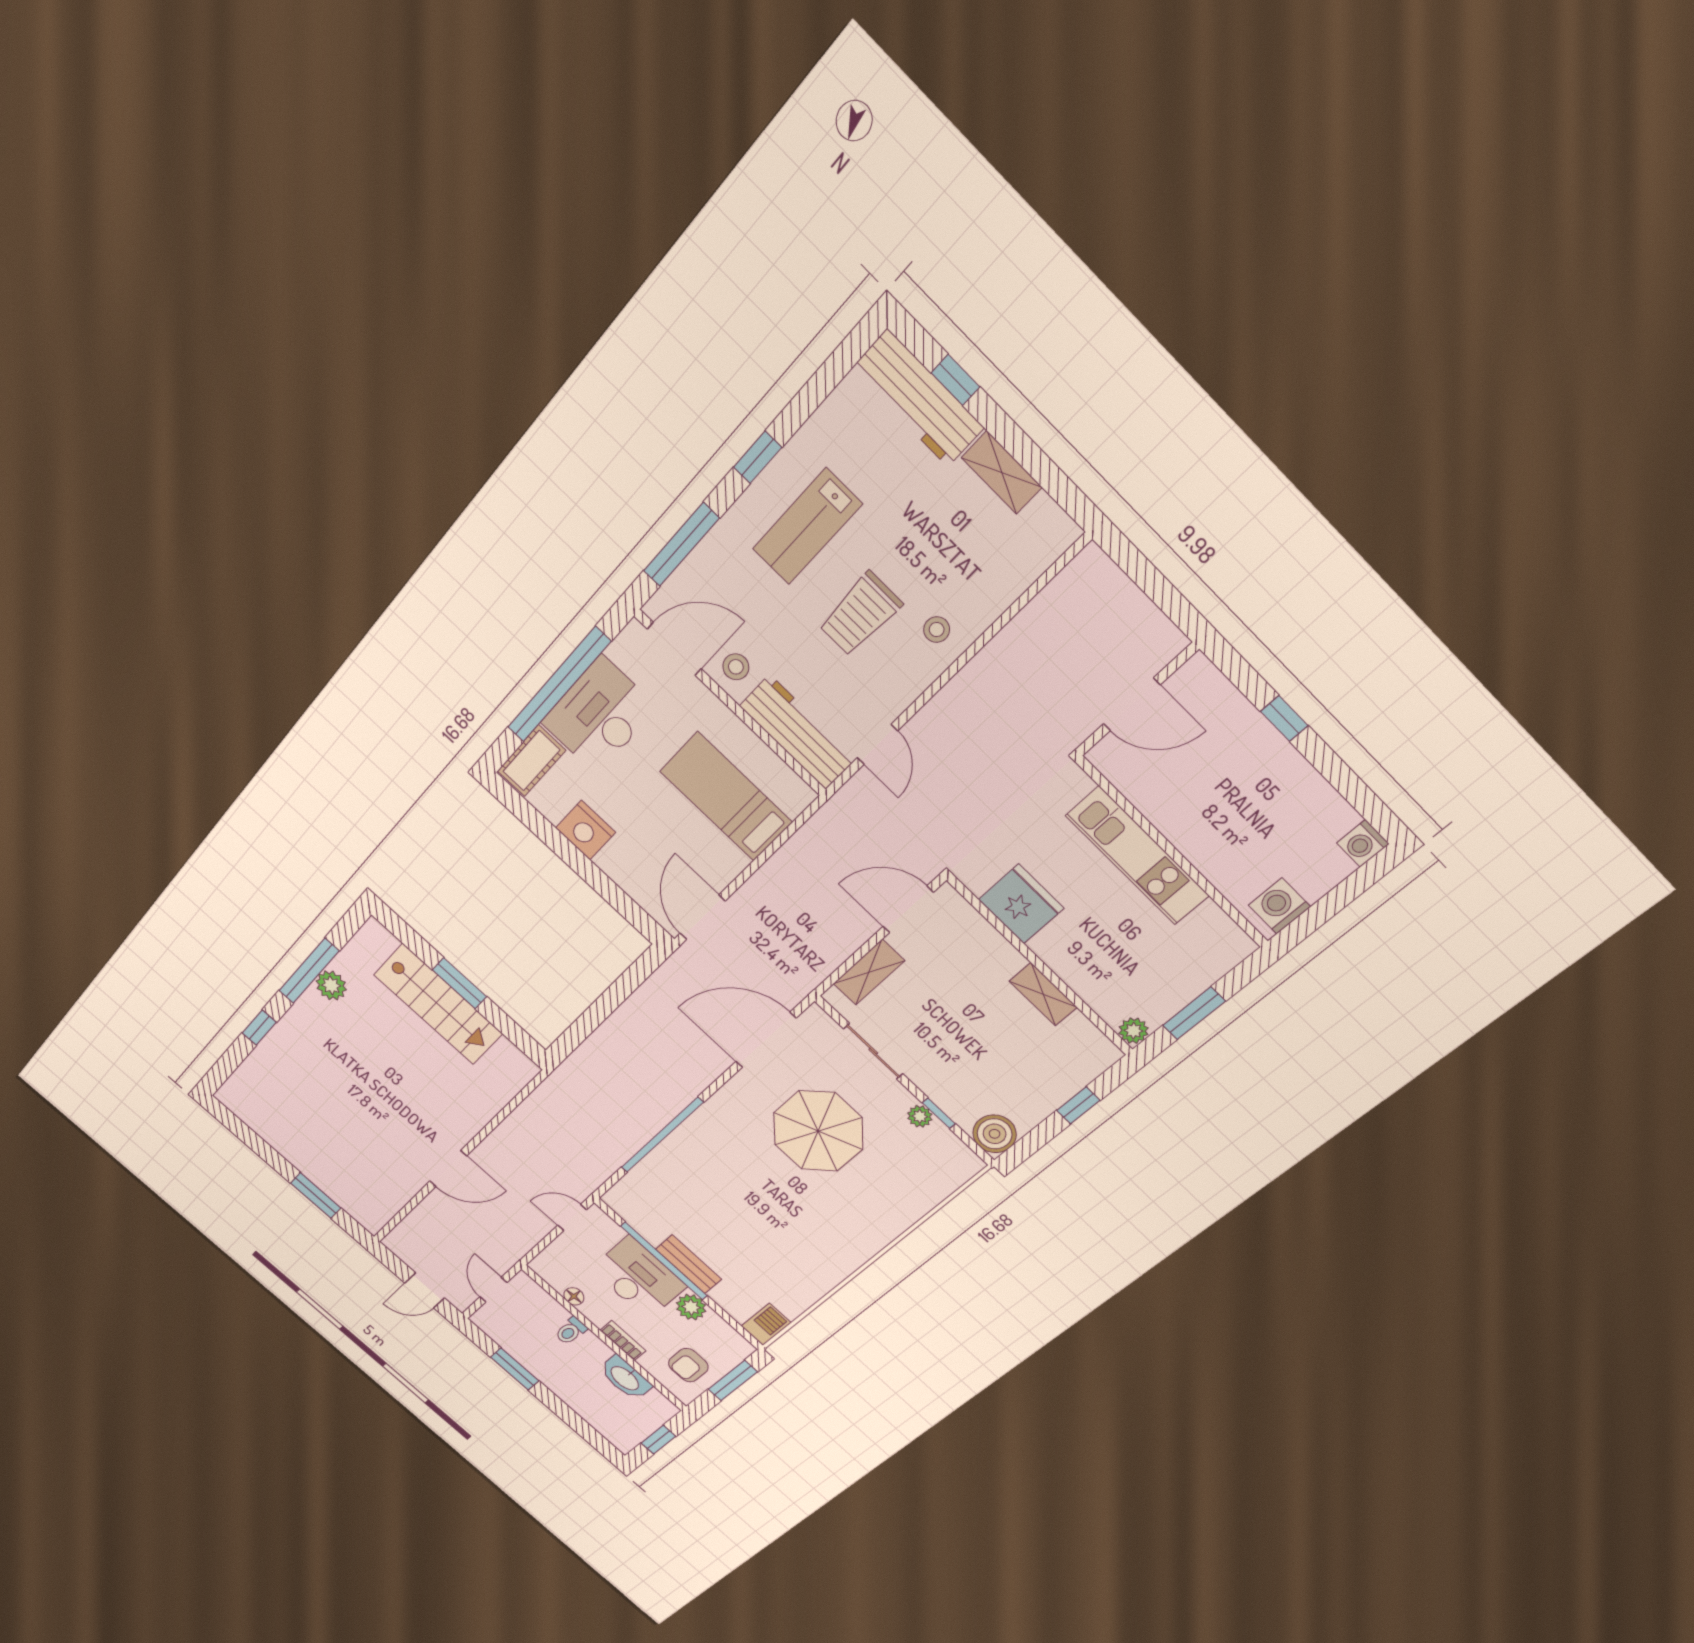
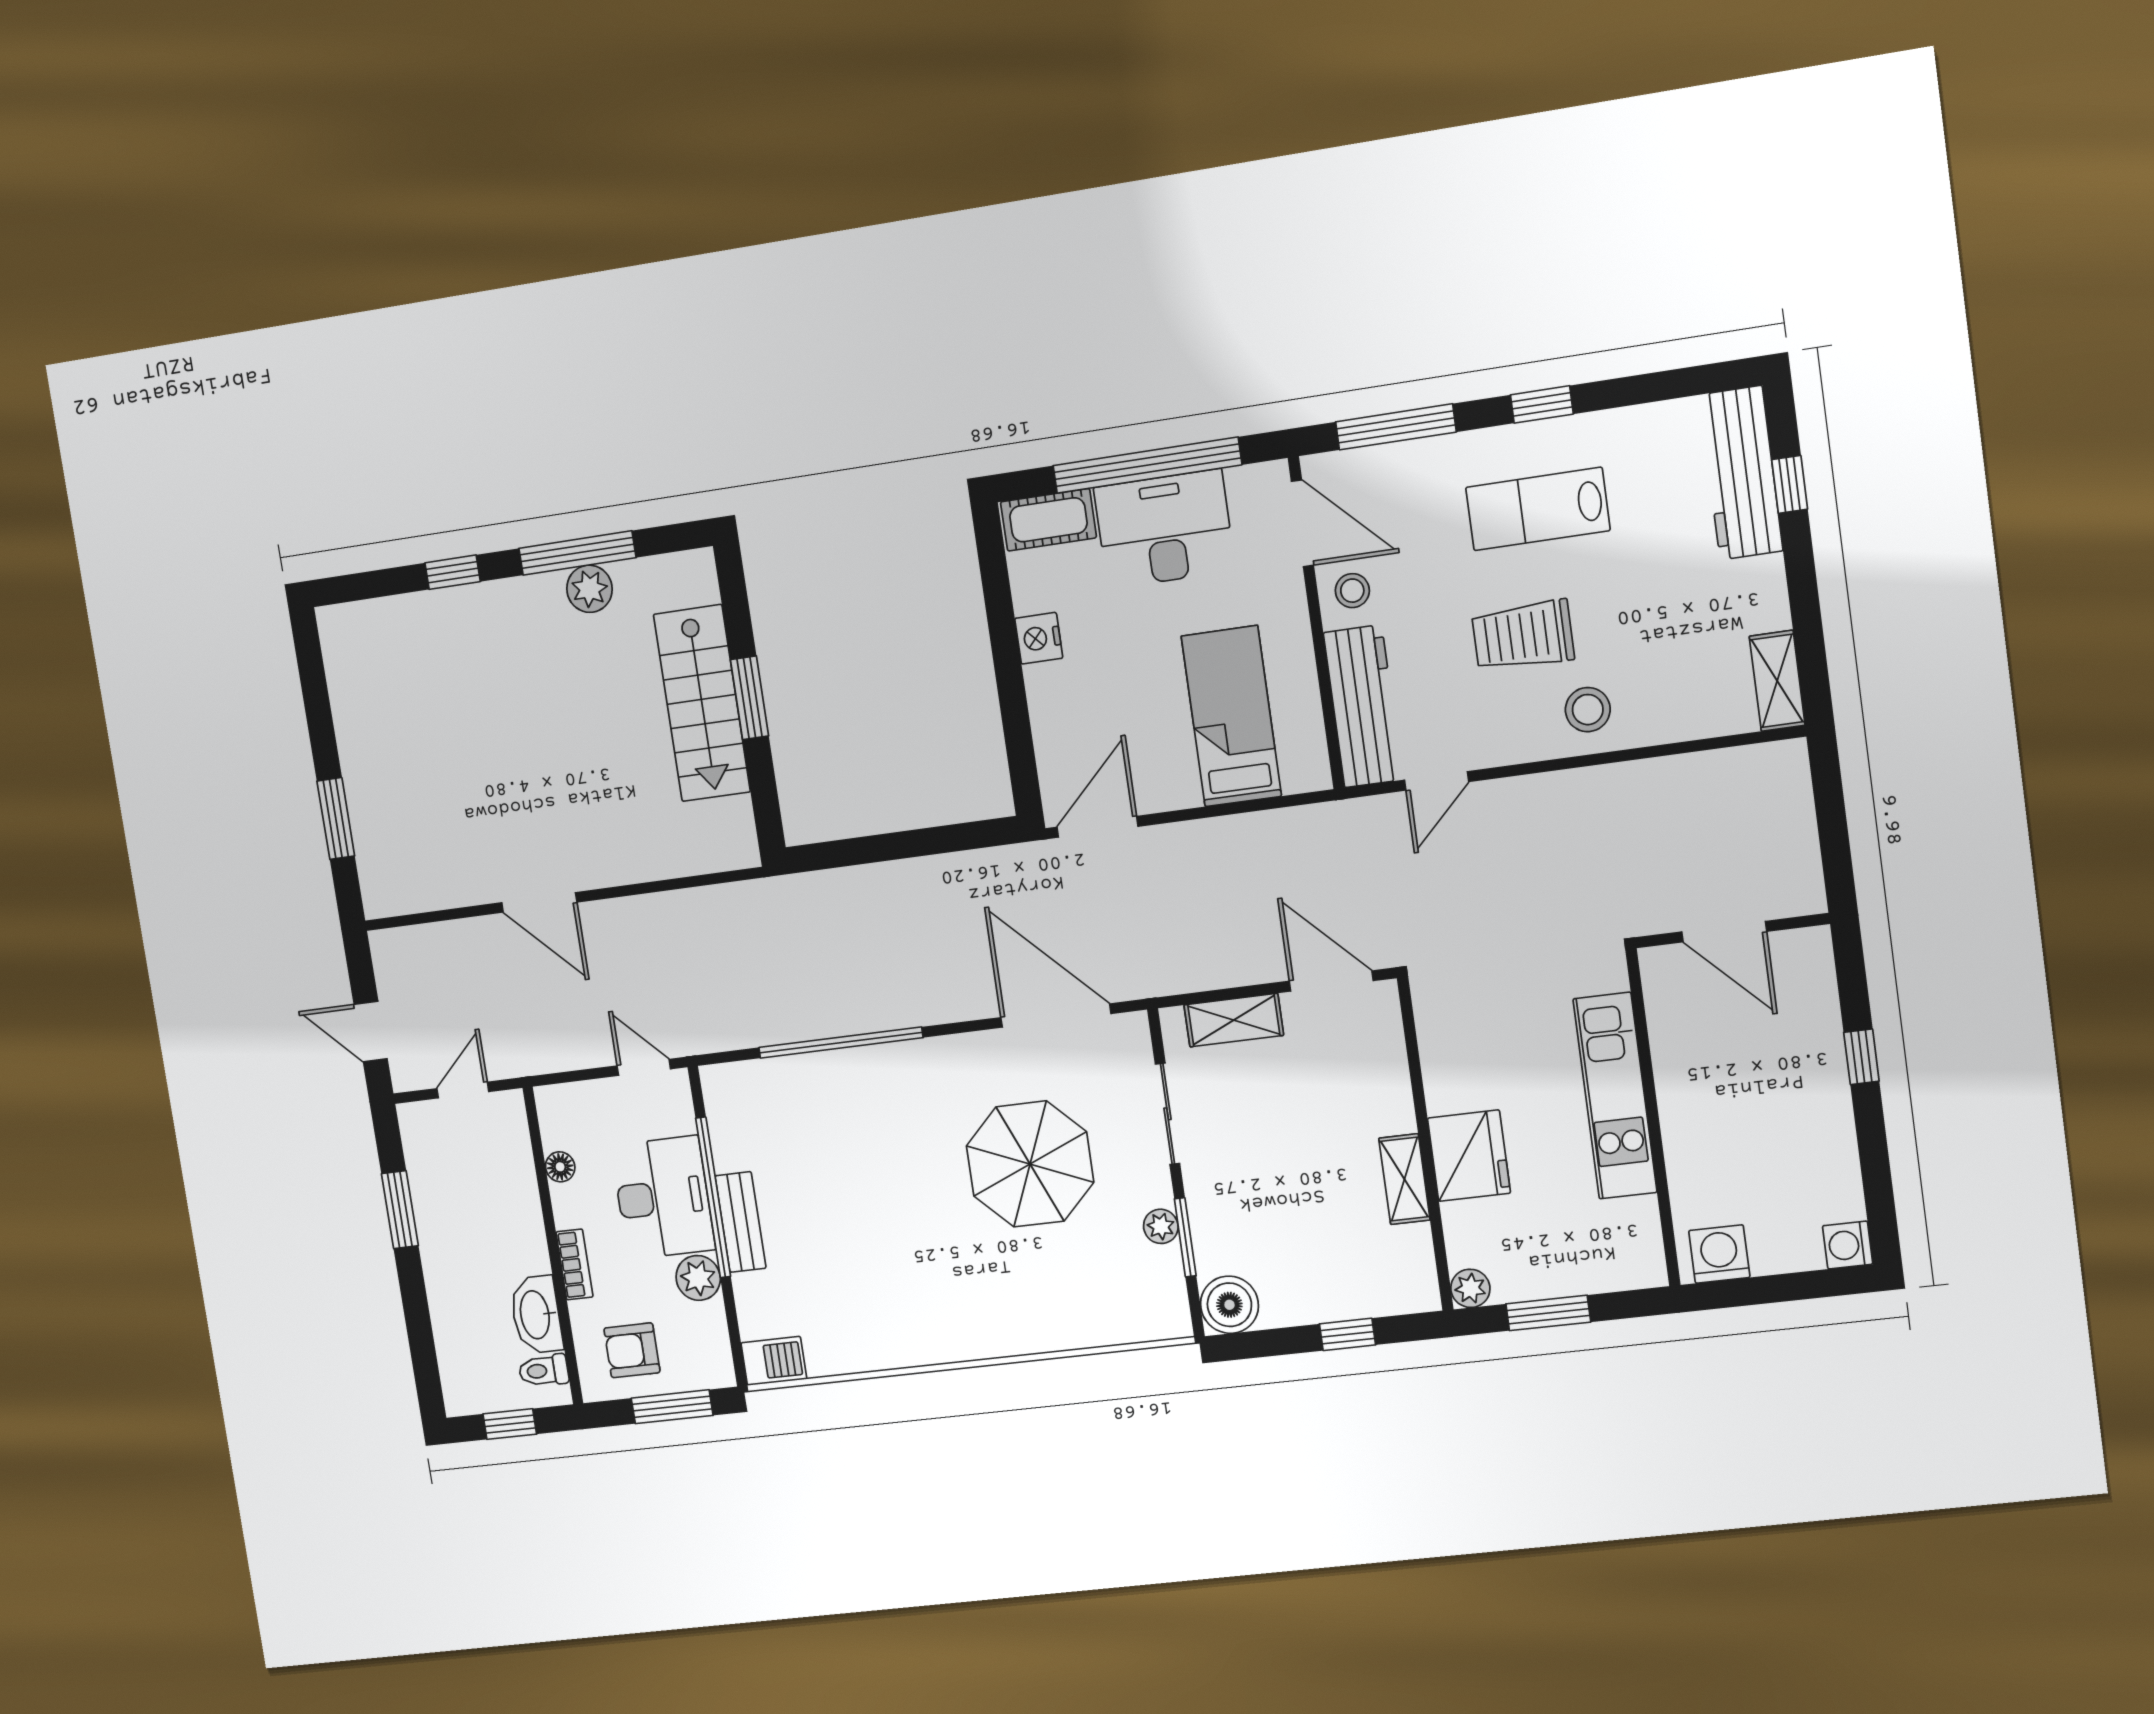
shelving: (1002, 472) -> (1777, 681), moved
stool: (937, 630) -> (1588, 710), width x1.37, depth x1.37
nightstand: (586, 830) -> (1039, 638), width x0.74, depth x0.75
fridge: (1021, 904) -> (1469, 1156), moved
window: (939, 1113) -> (1185, 1237), width x1.50
toilet: (571, 1331) -> (544, 1371), moved

